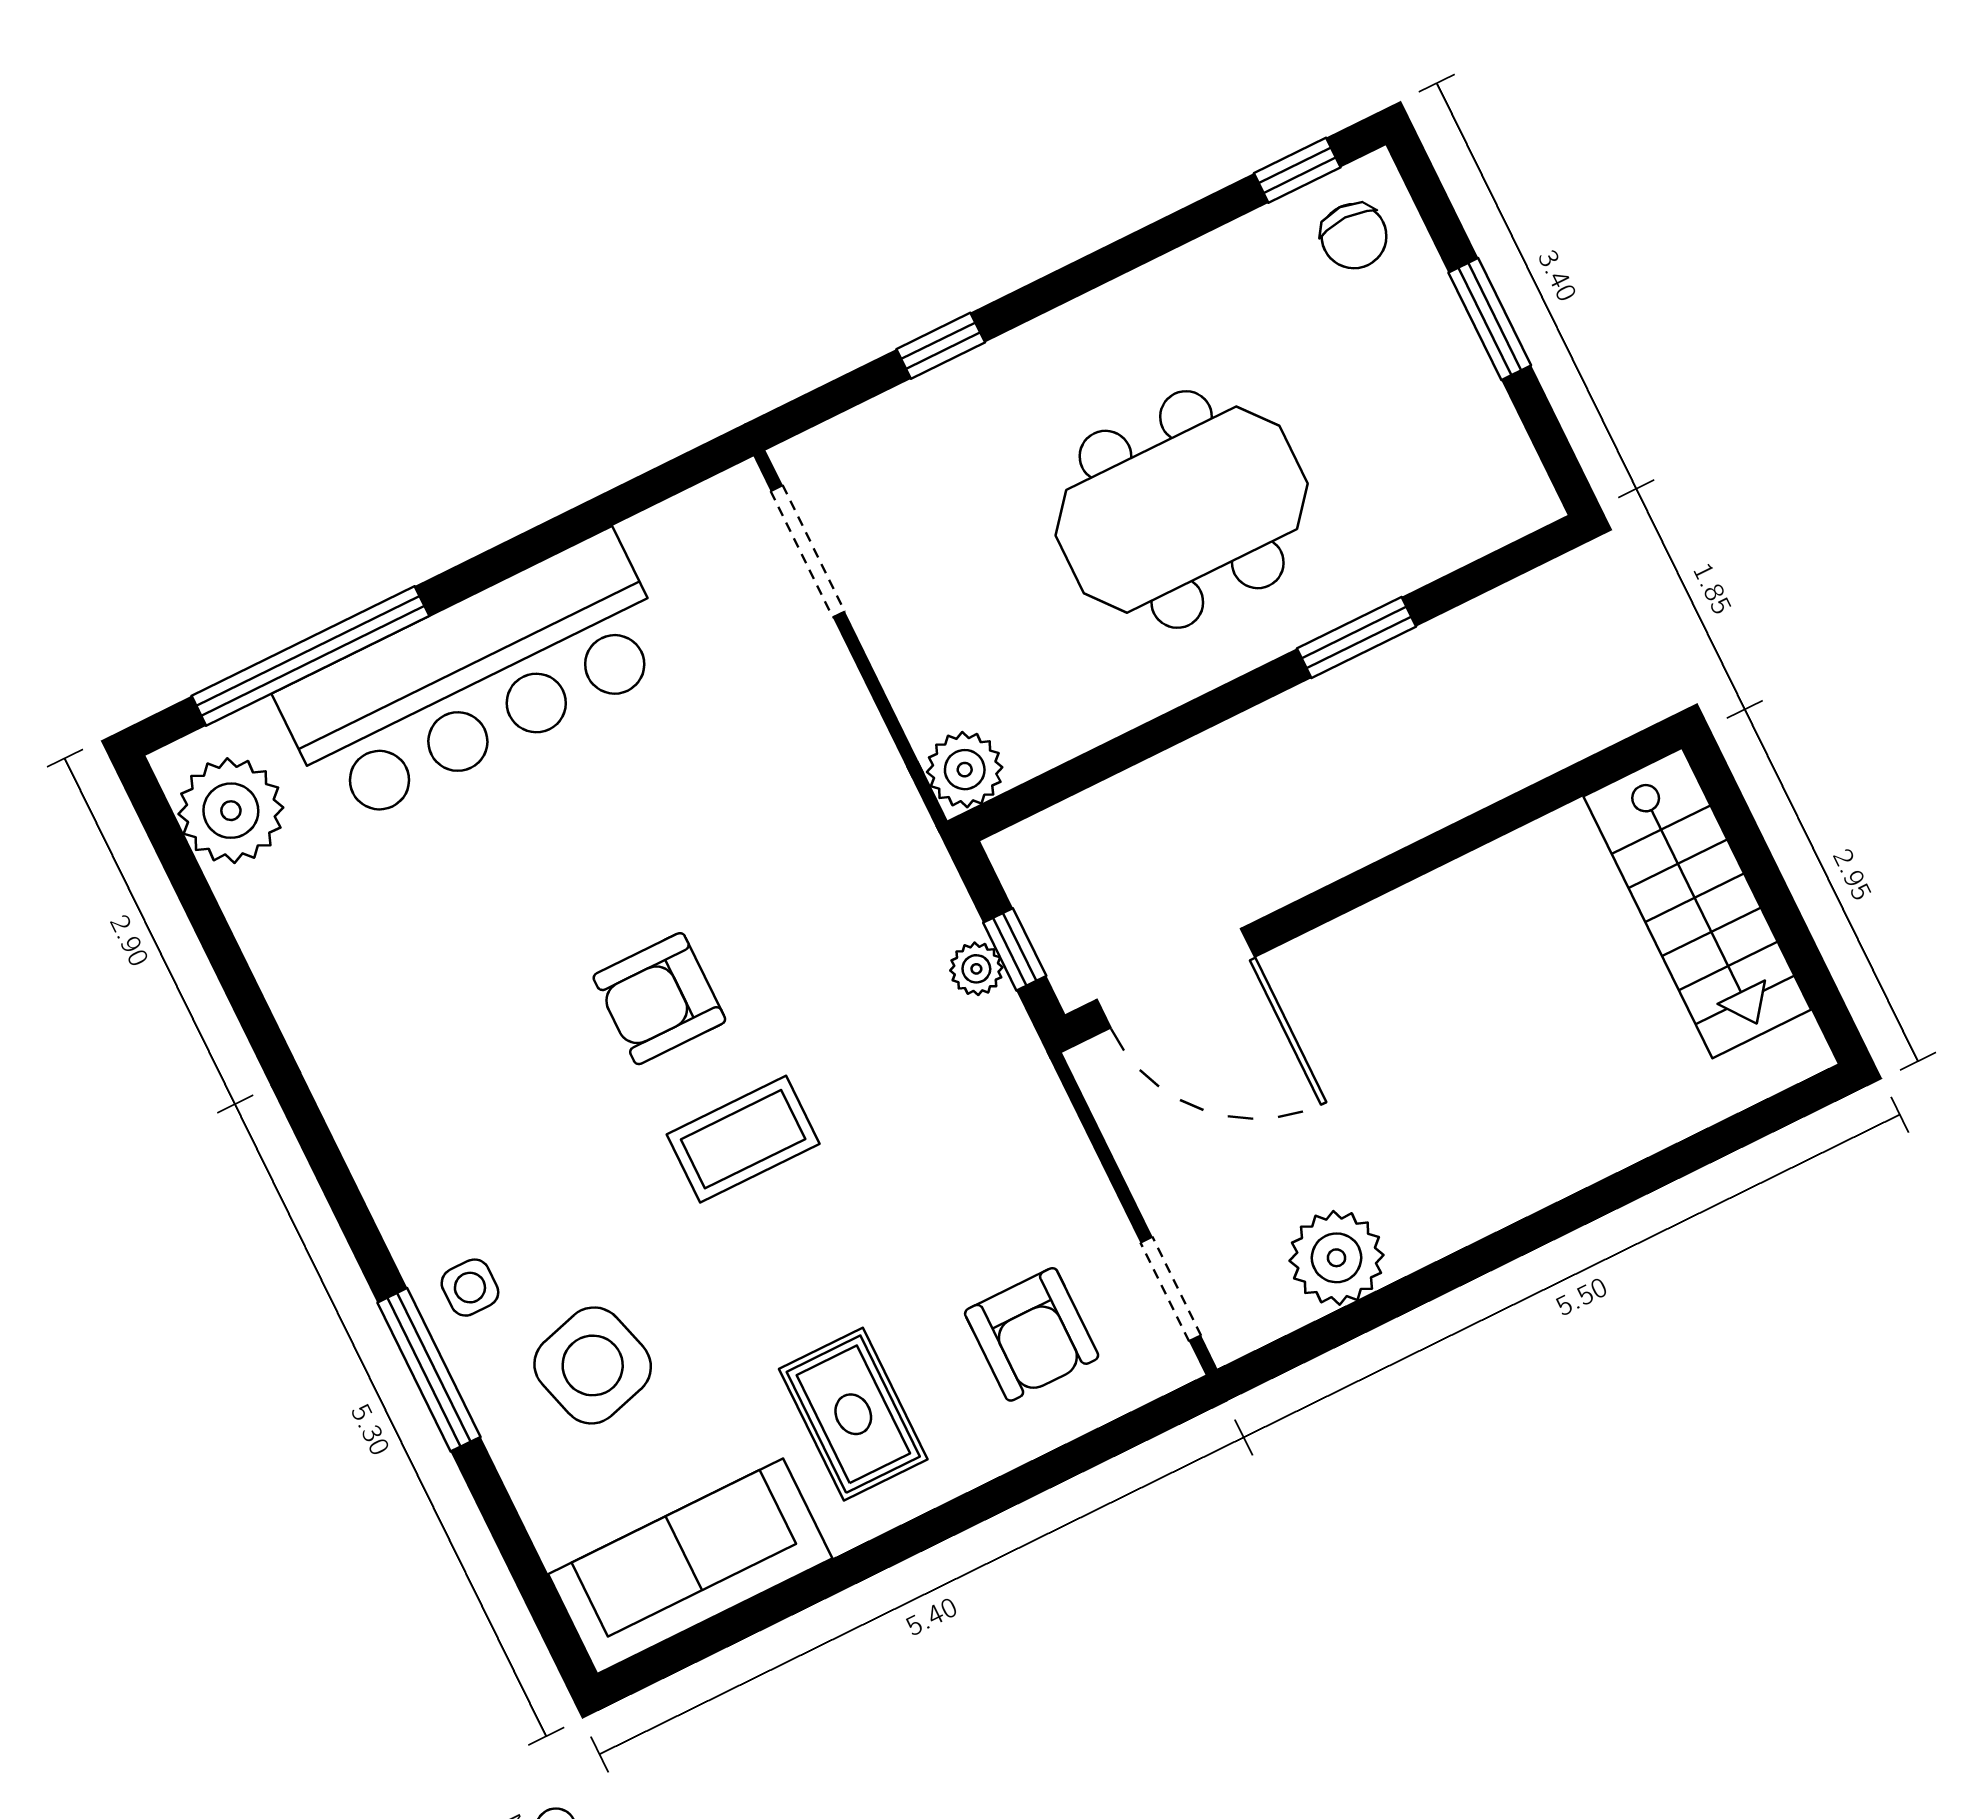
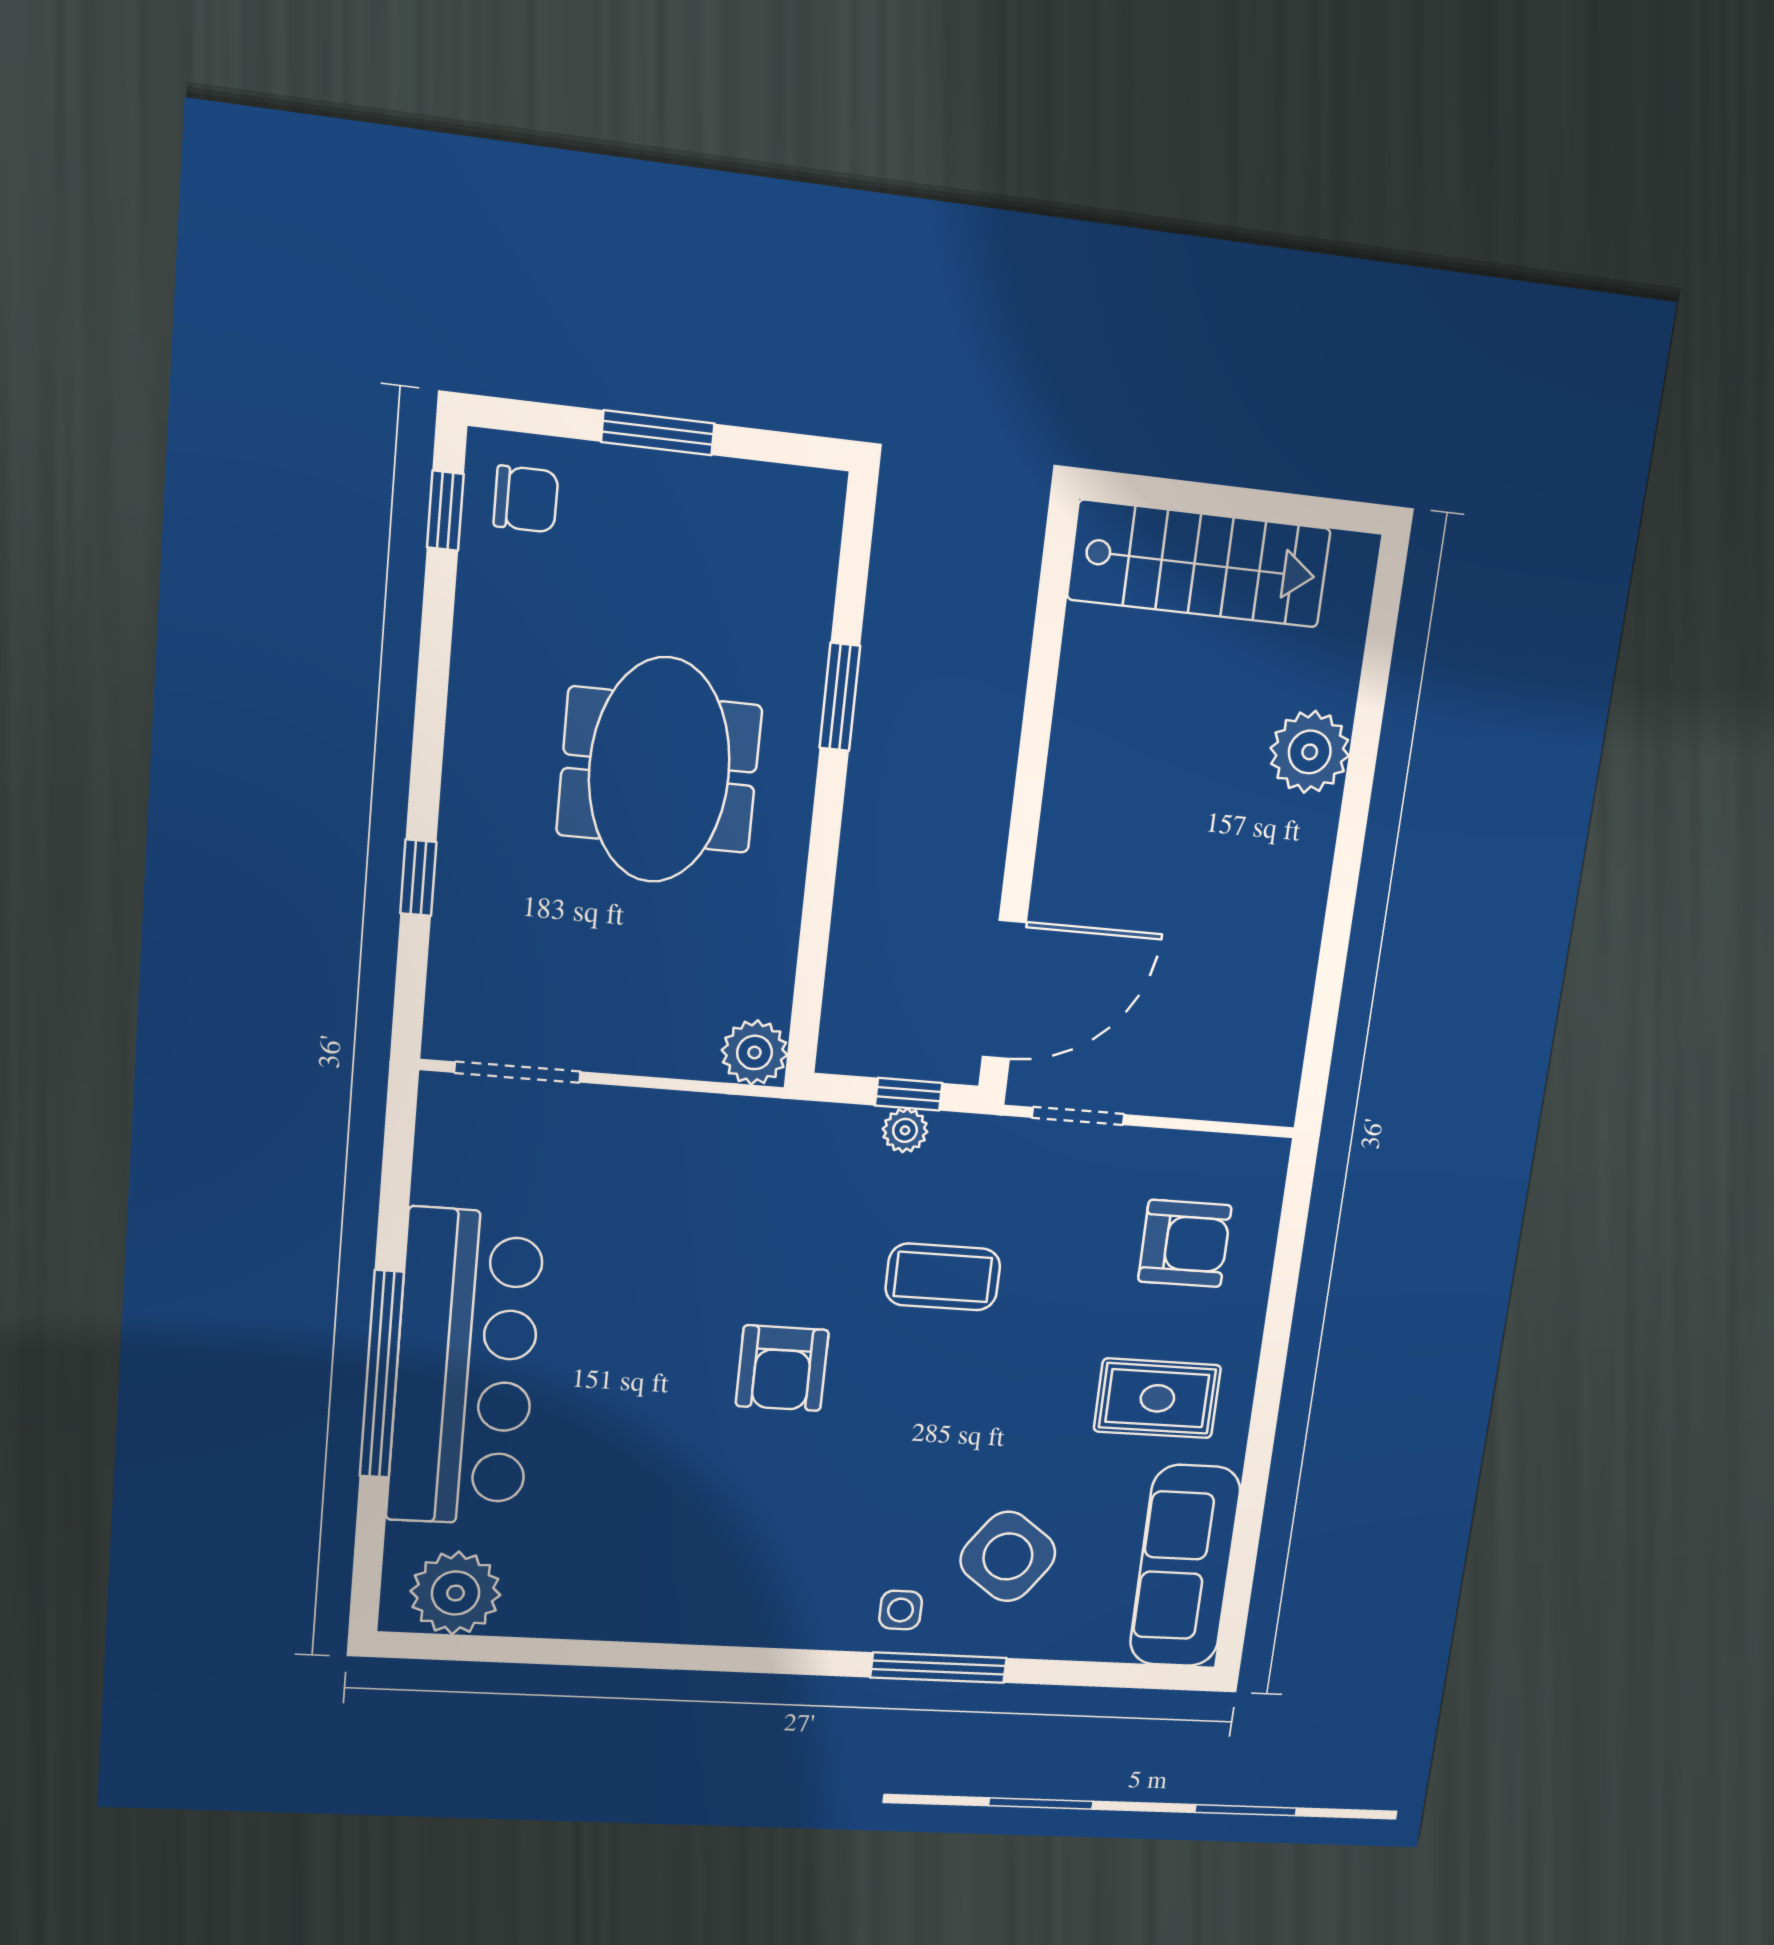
window: (310, 656) -> (382, 1375), moved
coffee table: (743, 1139) -> (943, 1277), moved, turned 90
plant: (1337, 1258) -> (1310, 752), moved
doorway: (1171, 1289) -> (1078, 1116), moved
side table: (593, 1365) -> (1008, 1556), turned -38

